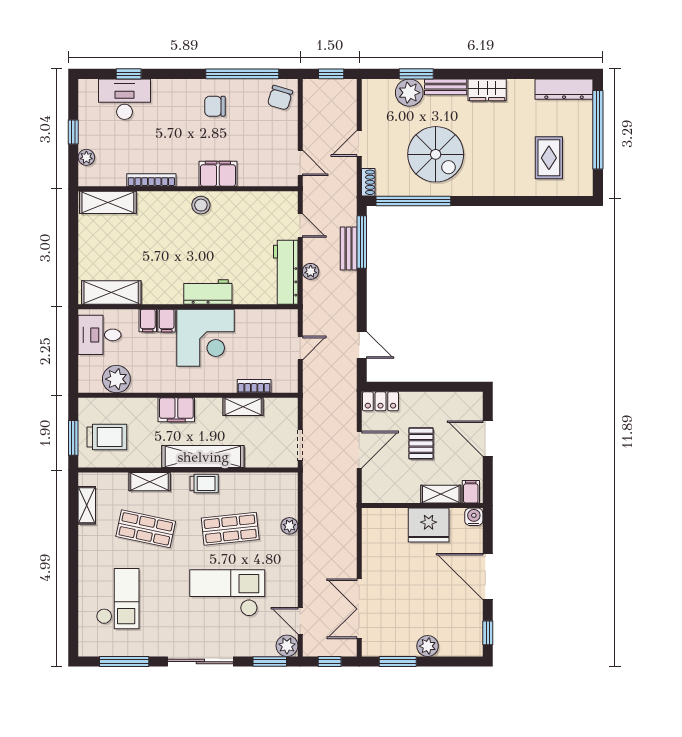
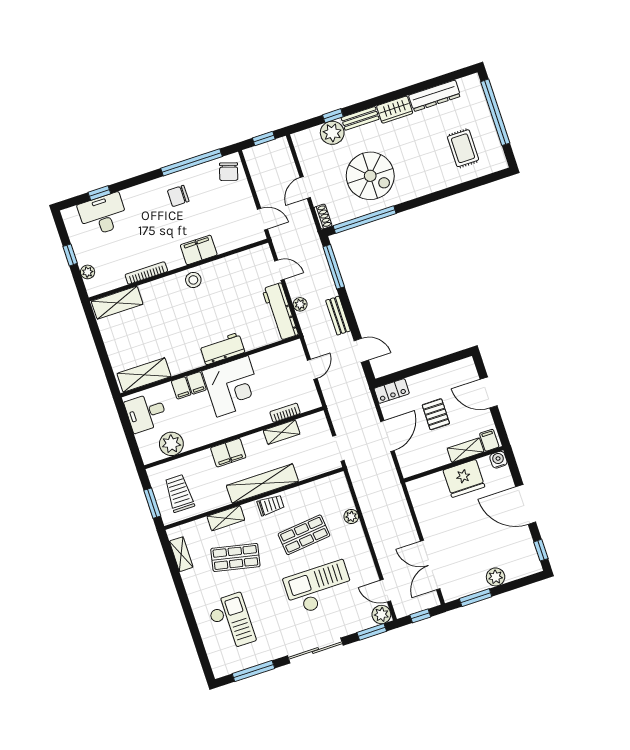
window: (416, 74) -> (333, 116), width x0.67
dresser: (564, 89) -> (435, 96), moved
bench: (349, 248) -> (338, 316), moved
trolley: (107, 437) -> (179, 493), turned -90

